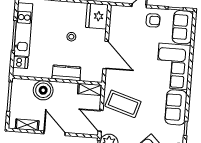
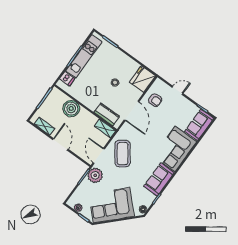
armchair: (153, 20) -> (155, 100), moved
kitchen counter: (66, 73) -> (107, 114), moved
coffee table: (123, 104) -> (123, 154), turned 37

